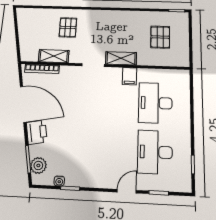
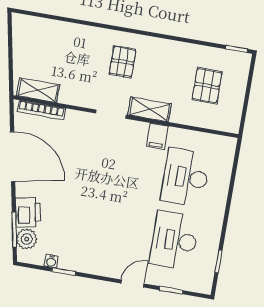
pallet: (68, 27) -> (123, 62), moved
shelving: (54, 56) -> (38, 90), moved
printer: (37, 132) -> (28, 212), moved

